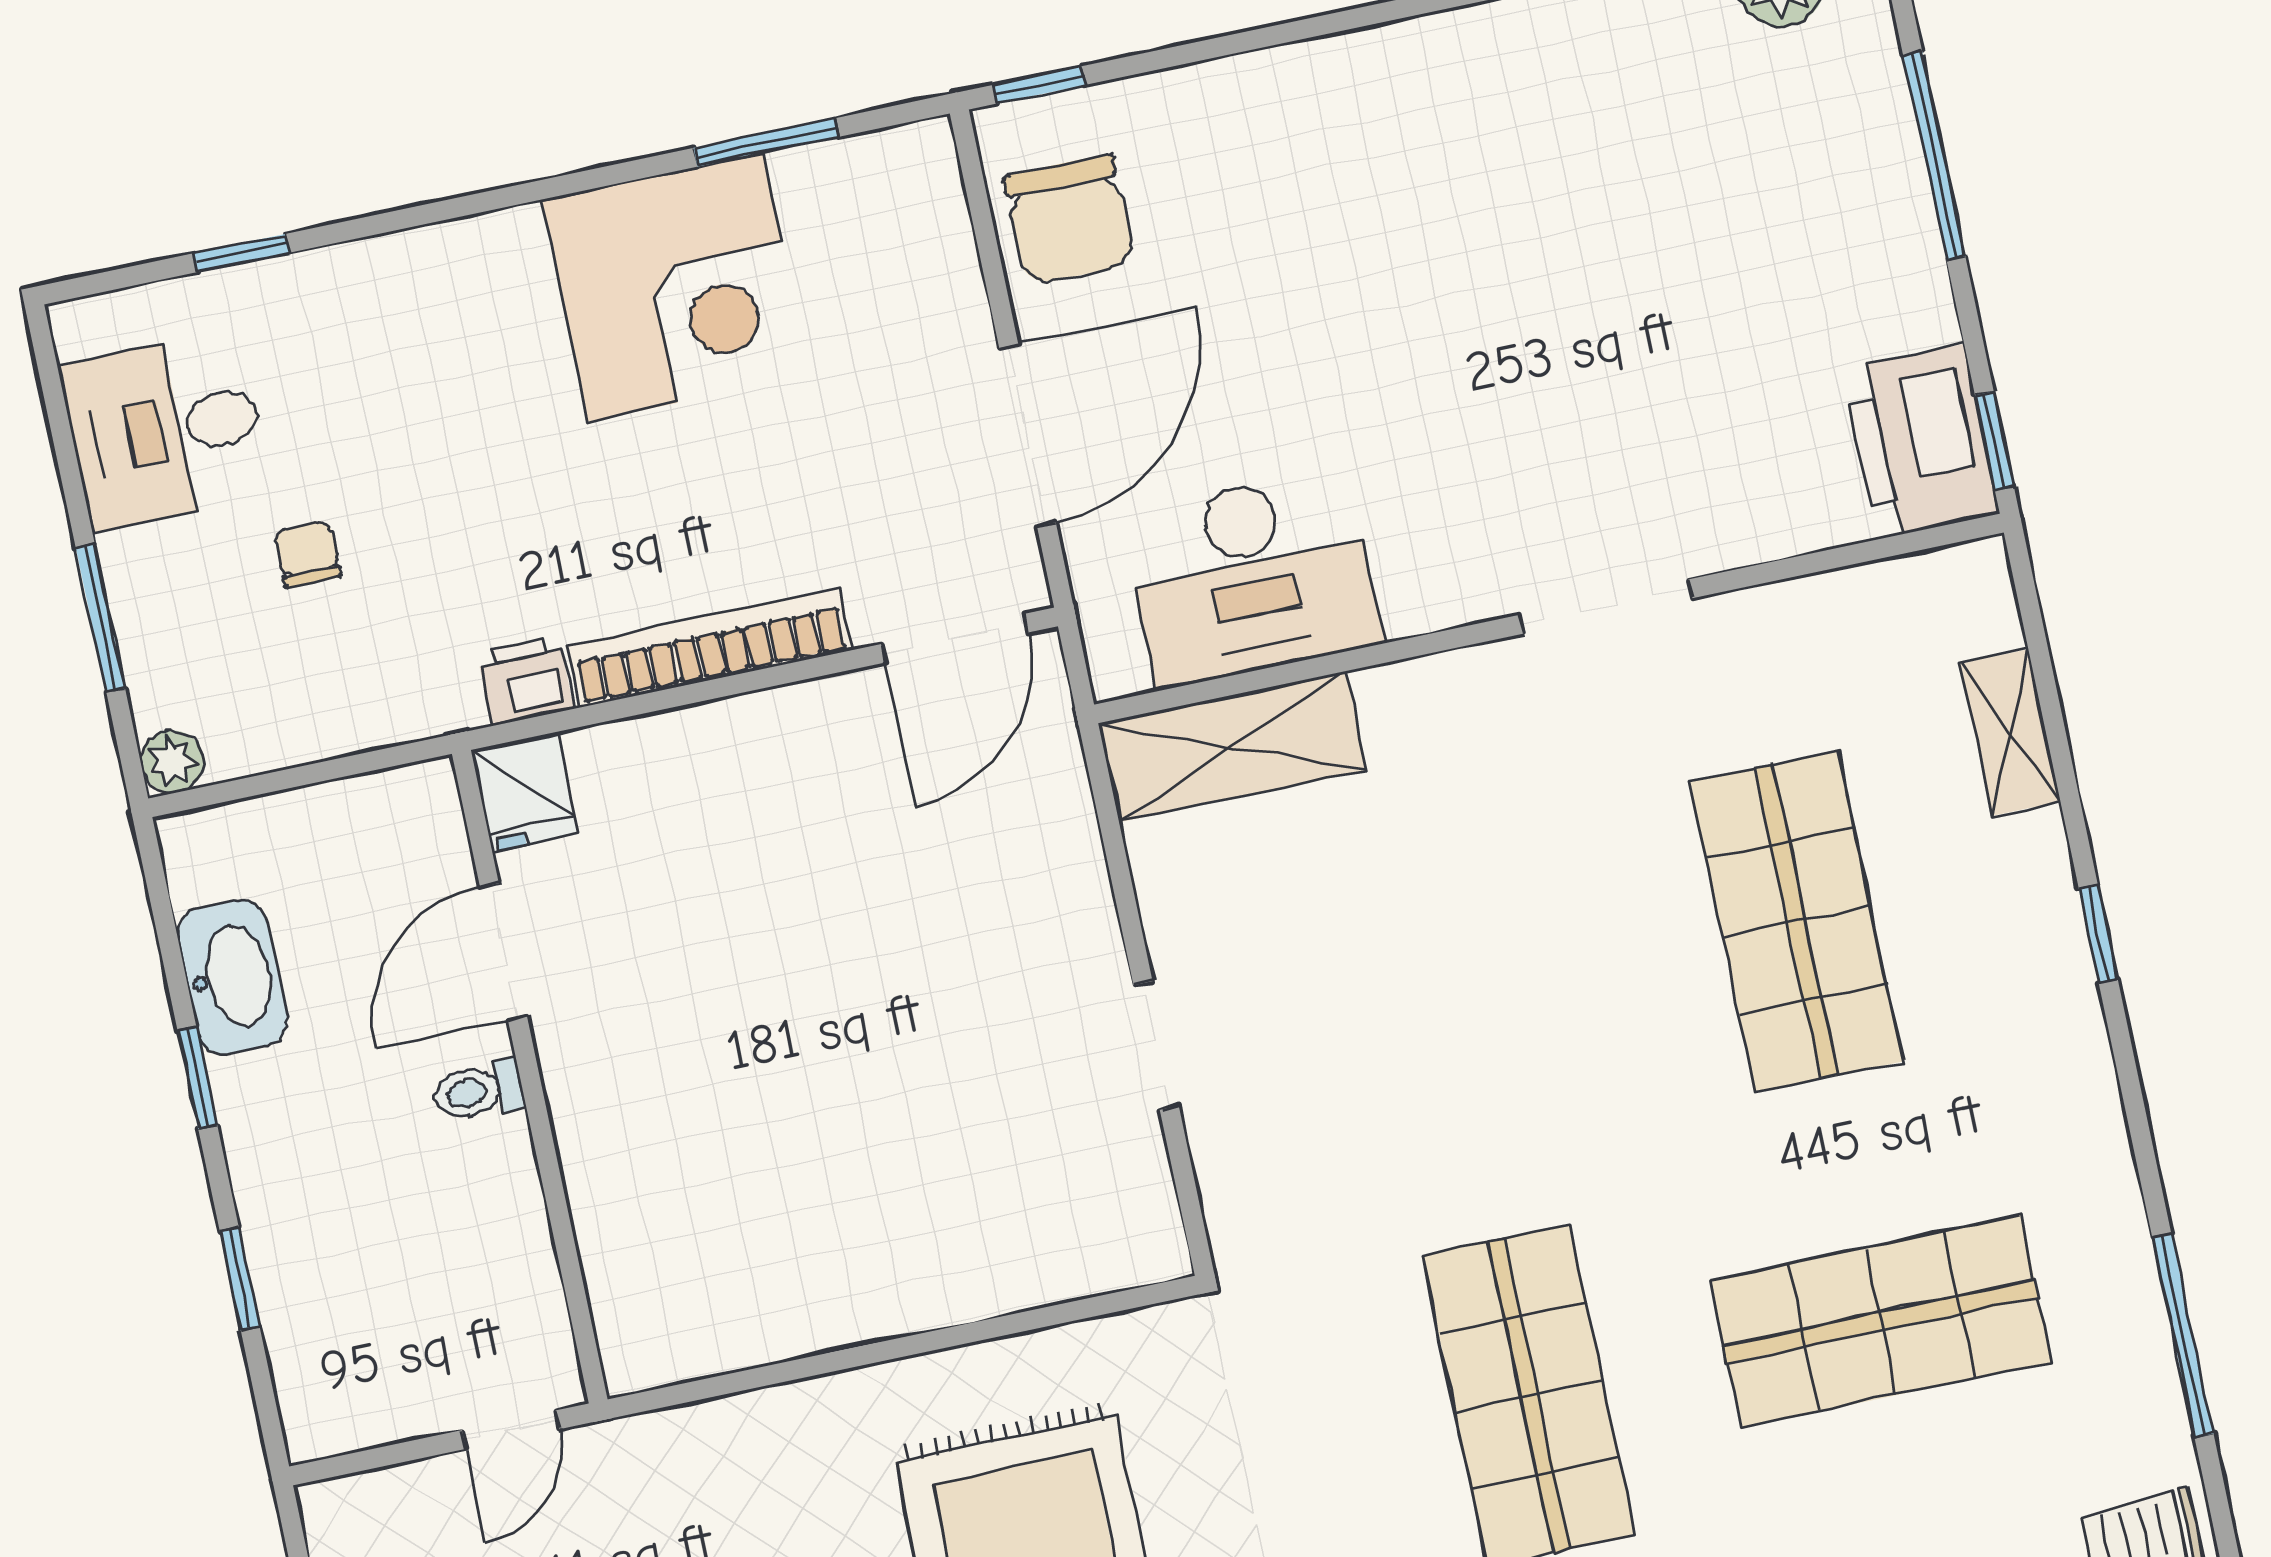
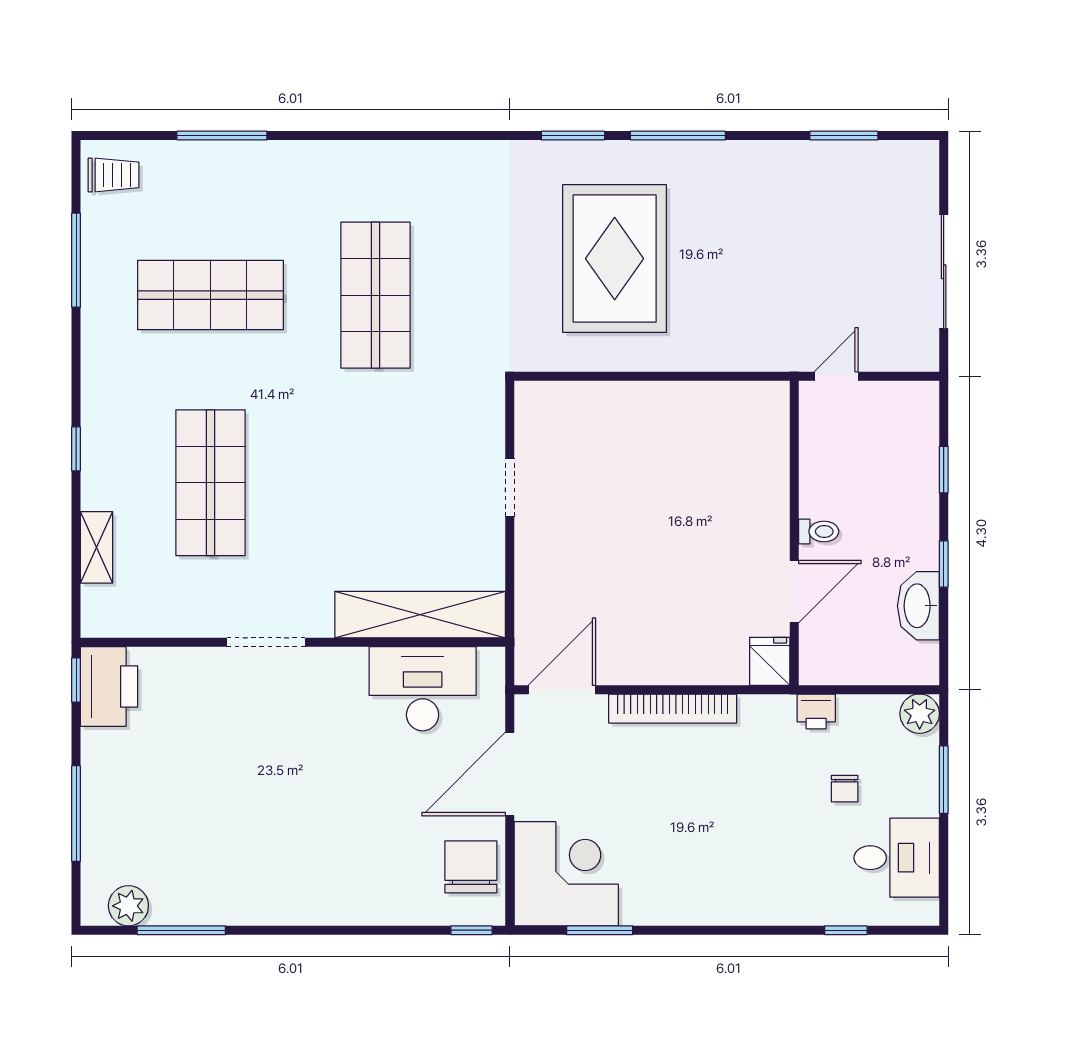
corner desk: (676, 287) -> (566, 874), moved, turned 90
printer: (525, 680) -> (816, 711), moved
shelving: (1232, 747) -> (420, 615), width x1.47
plant: (172, 762) -> (920, 714), width x1.38, depth x1.38

